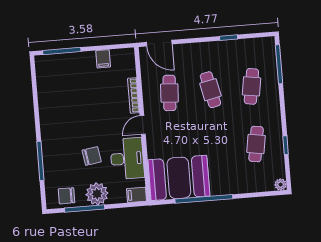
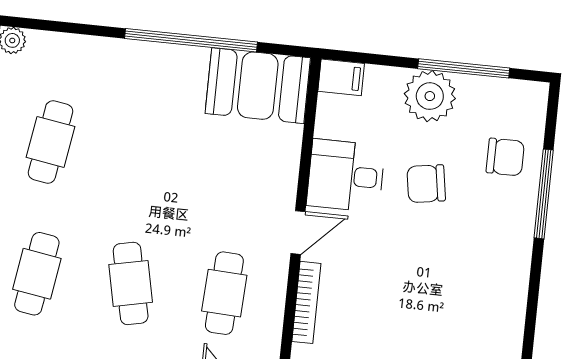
desk: (127, 159) -> (346, 176), width x0.73
booth: (179, 178) -> (258, 86), width x0.73, depth x0.70
chair: (67, 196) -> (505, 157), moved

